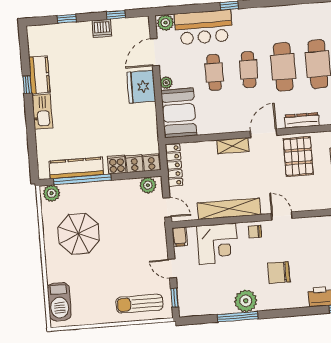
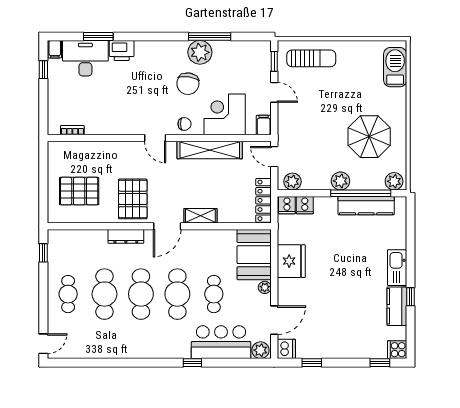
window: (67, 19) -> (380, 363), moved
dishwasher: (102, 28) -> (286, 349), moved, turned 90
cafe table: (249, 70) -> (177, 294), width x1.37, depth x1.35
fridge: (141, 87) -> (291, 261), moved
cooker: (117, 164) -> (397, 350), moved, turned 90
plant: (102, 189) -> (340, 181), added
chair: (279, 272) -> (188, 84), moved, turned 98

